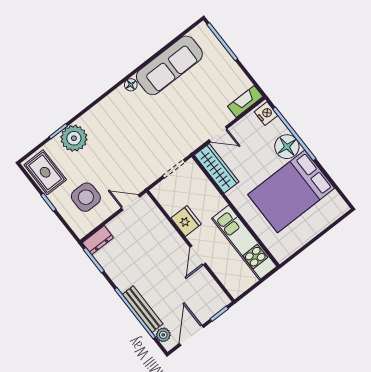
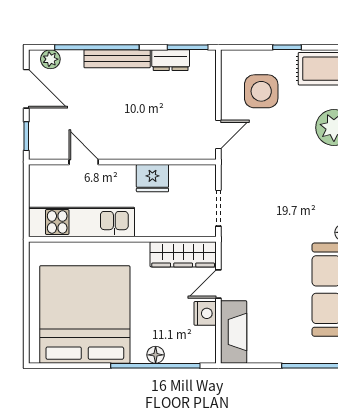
fireplace: (245, 101) -> (234, 332), width x1.37, depth x1.32
nightstand: (266, 114) -> (205, 313), moved, turned -90
floor lamp: (287, 147) -> (156, 355), width x0.53, depth x0.53
bed: (291, 191) -> (85, 315), width x1.36
dresser: (98, 240) -> (171, 60), moved, turned -90
door: (198, 255) -> (84, 162), moved
bench: (143, 309) -> (117, 59), moved

